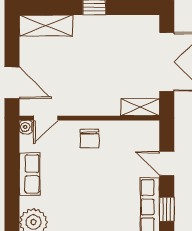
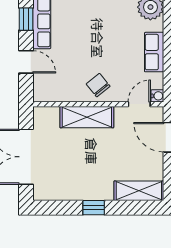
shelving: (140, 107) -> (87, 117), moved, width x1.50, depth x1.33
chair: (90, 139) -> (98, 85), turned -39

